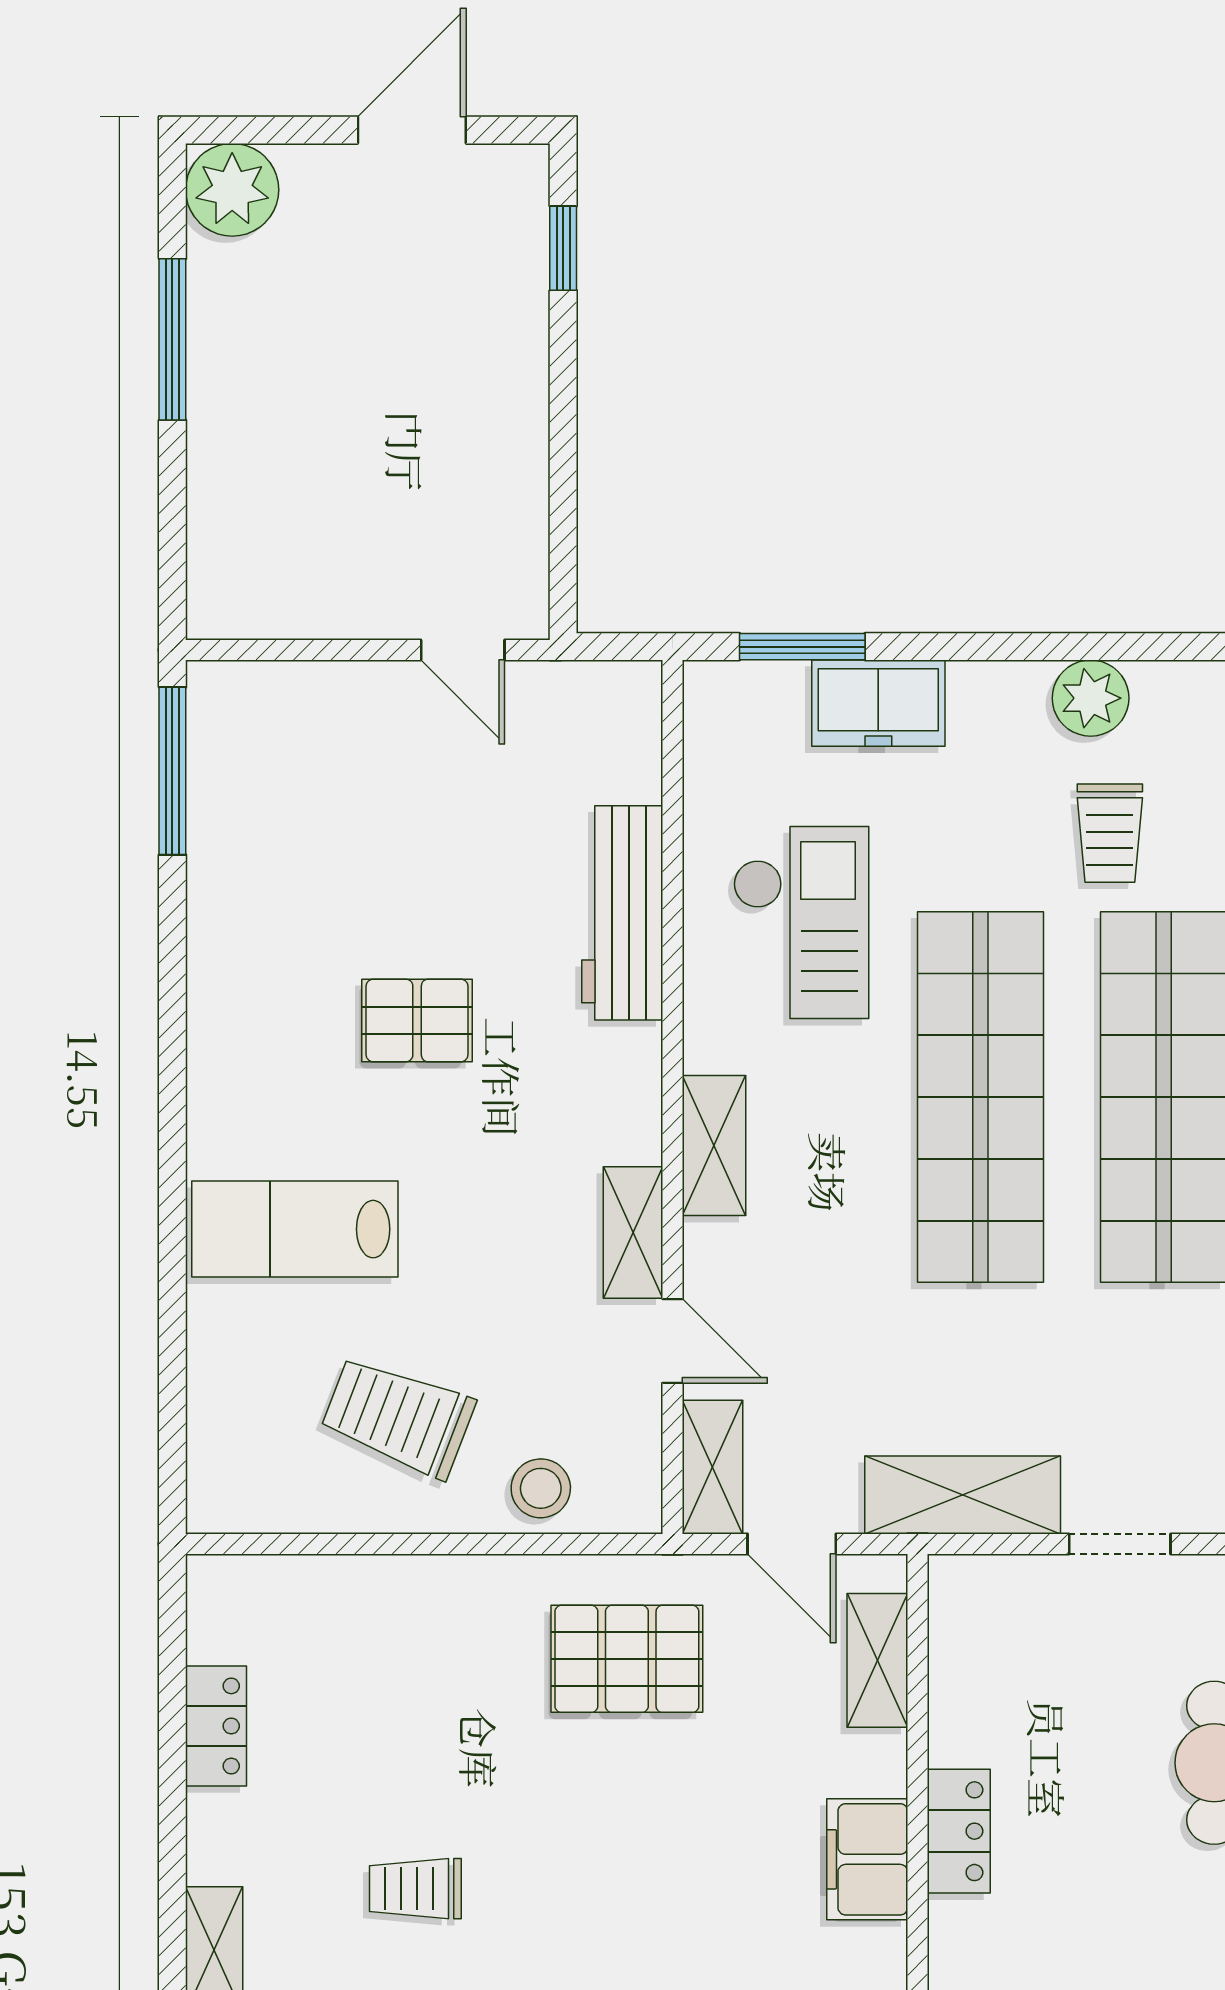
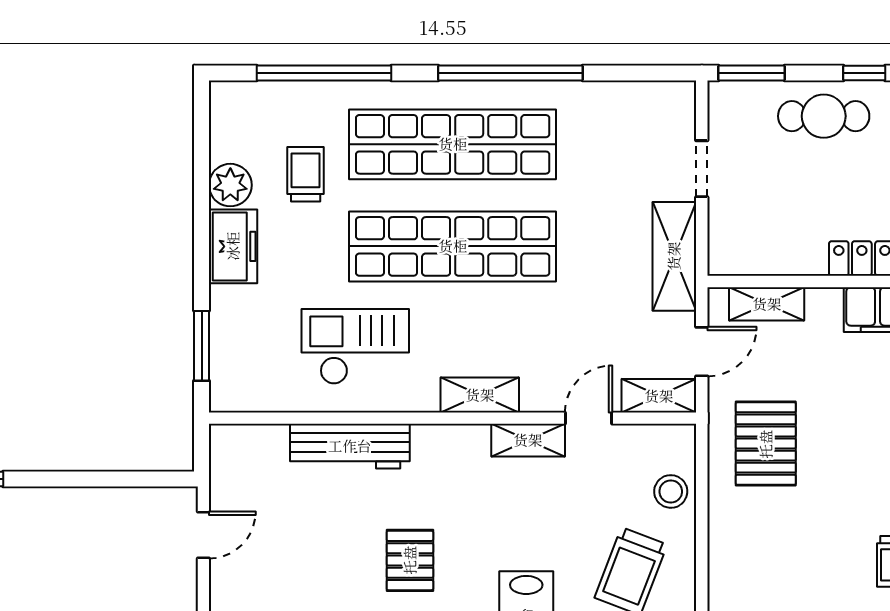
freezer: (878, 703) -> (233, 246), moved
trolley: (1110, 833) -> (306, 174), turned -90

